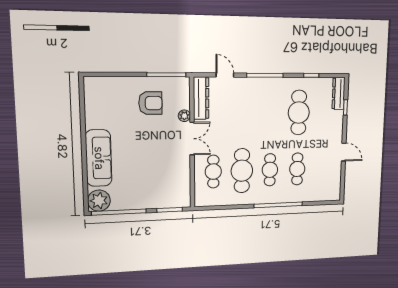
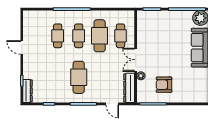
cafe table: (299, 113) -> (79, 77), moved

